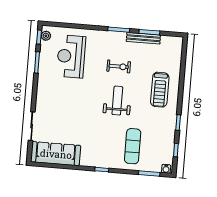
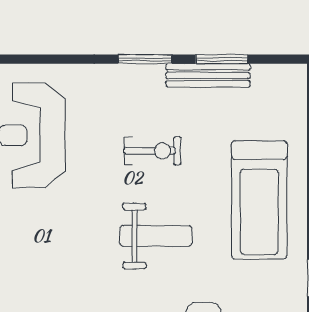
treadmill: (160, 90) -> (259, 200), width x1.37, depth x1.38
weight bench: (117, 101) -> (156, 236), turned 90

